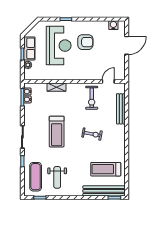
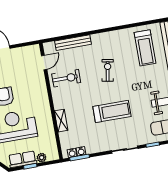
door: (108, 81) -> (44, 62), swing flipped

